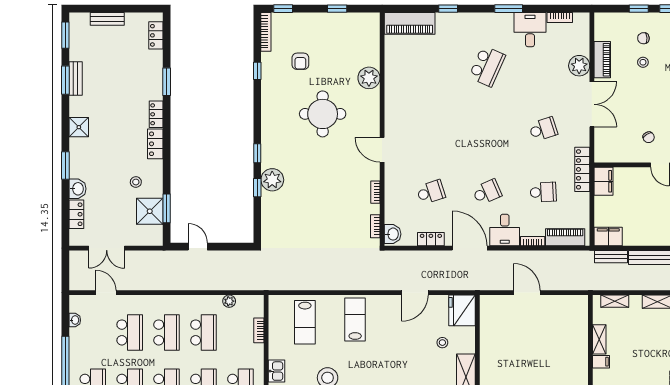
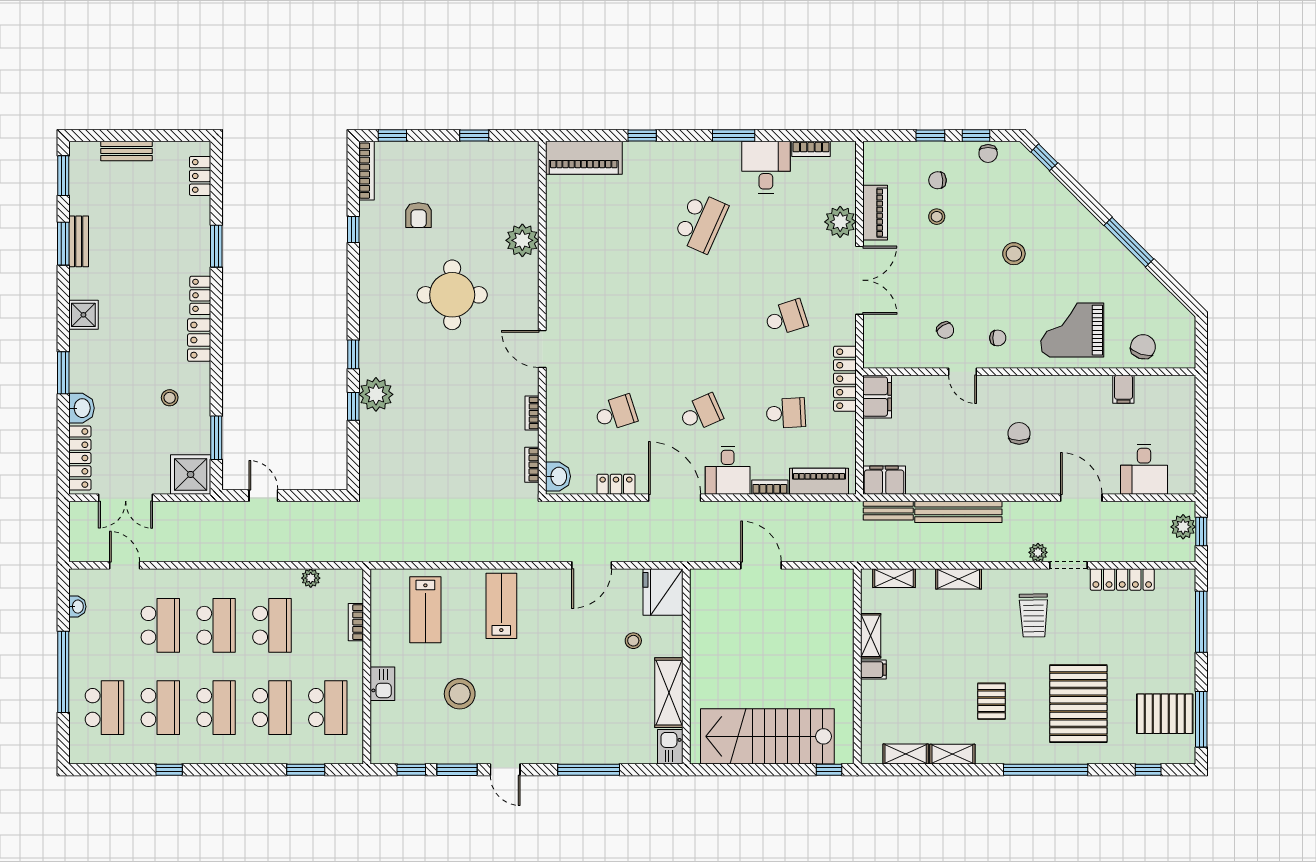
shower: (150, 211) -> (191, 474), moved
locker: (76, 214) -> (80, 458), width x1.53

